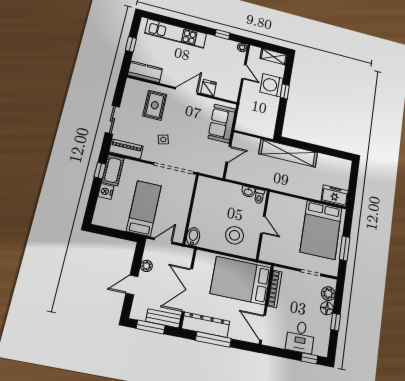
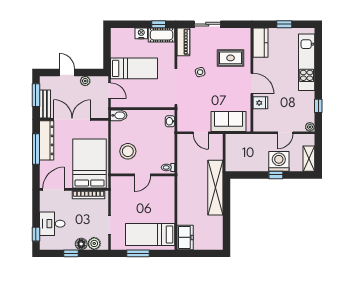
washbasin: (248, 192) -> (170, 121), moved
bed: (321, 230) -> (150, 235), width x0.67

